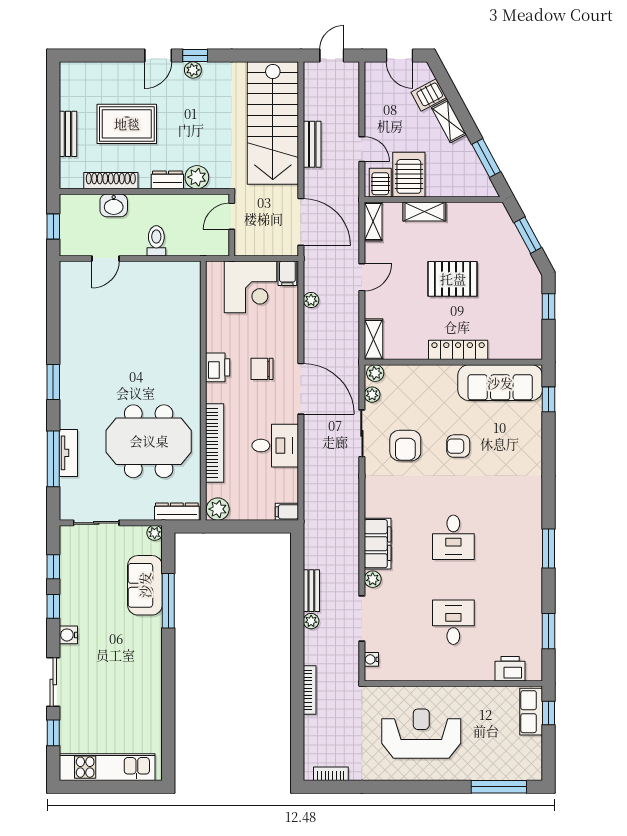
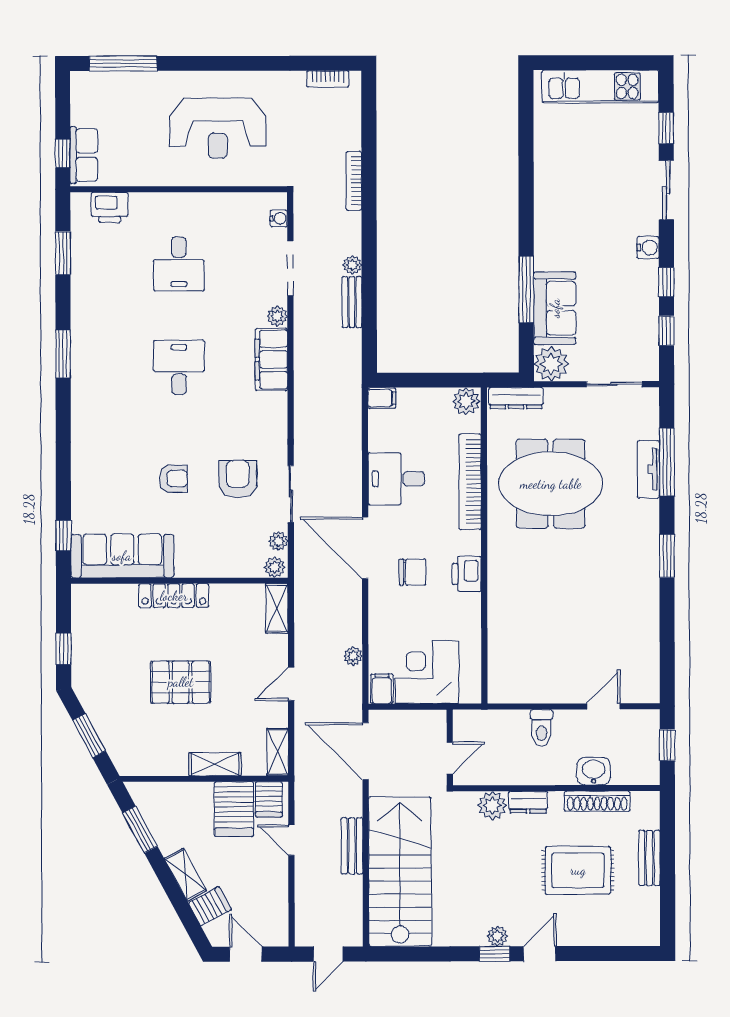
plant: (155, 533) -> (551, 364), width x1.87, depth x1.87

